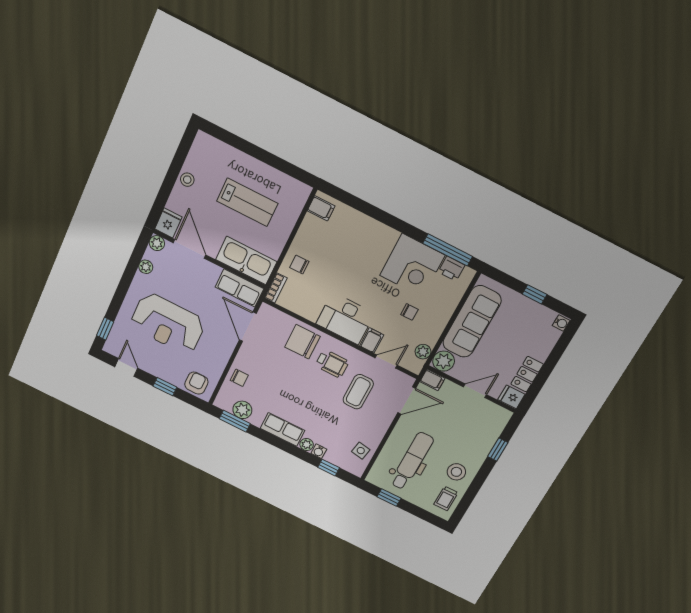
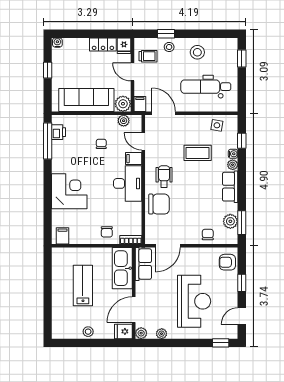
corner desk: (412, 265) -> (69, 191), moved
chair: (302, 342) -> (159, 204), turned -90
coffee table: (358, 392) -> (198, 153), moved
stool: (480, 445) -> (169, 47), added
window: (389, 498) -> (242, 58), moved
trolley: (446, 498) -> (148, 56), moved

